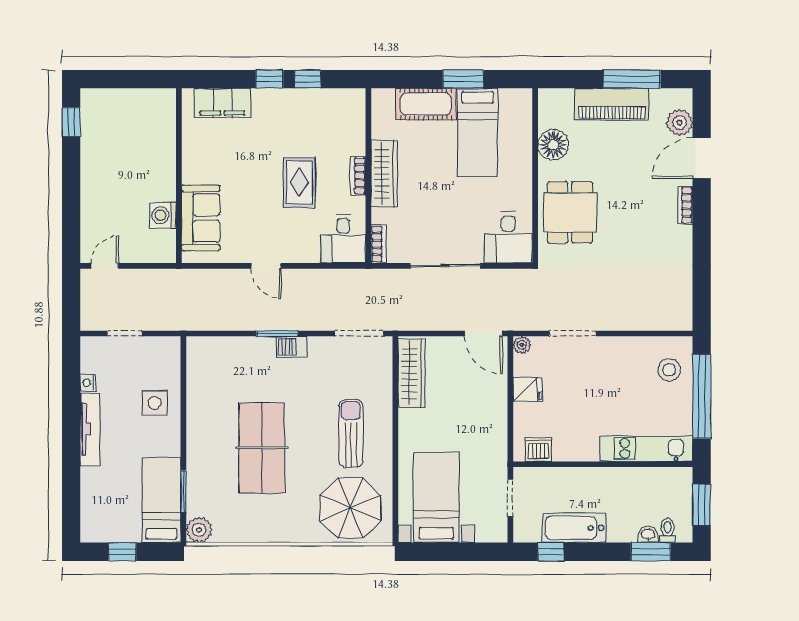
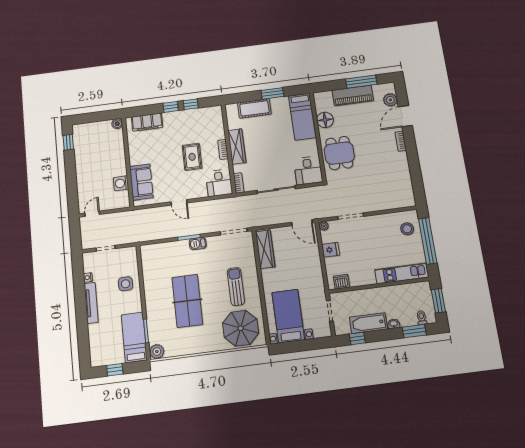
boiler: (166, 98) -> (117, 124), added
bed: (478, 133) -> (302, 117), moved
washbasin: (648, 535) -> (394, 324), moved

